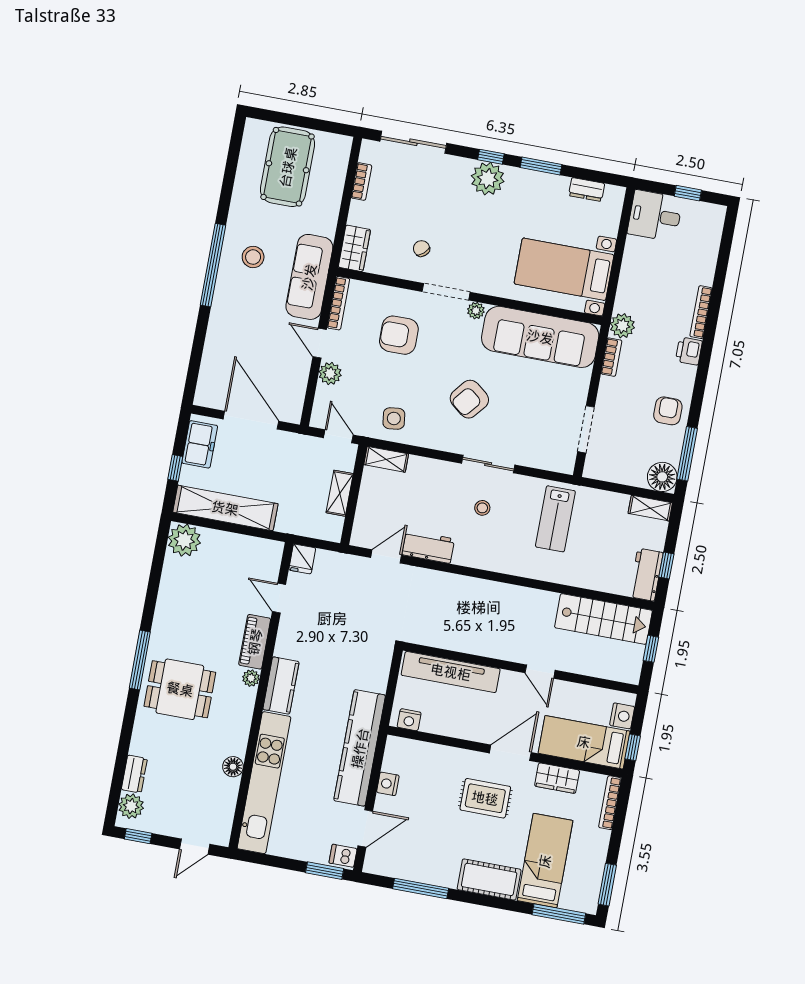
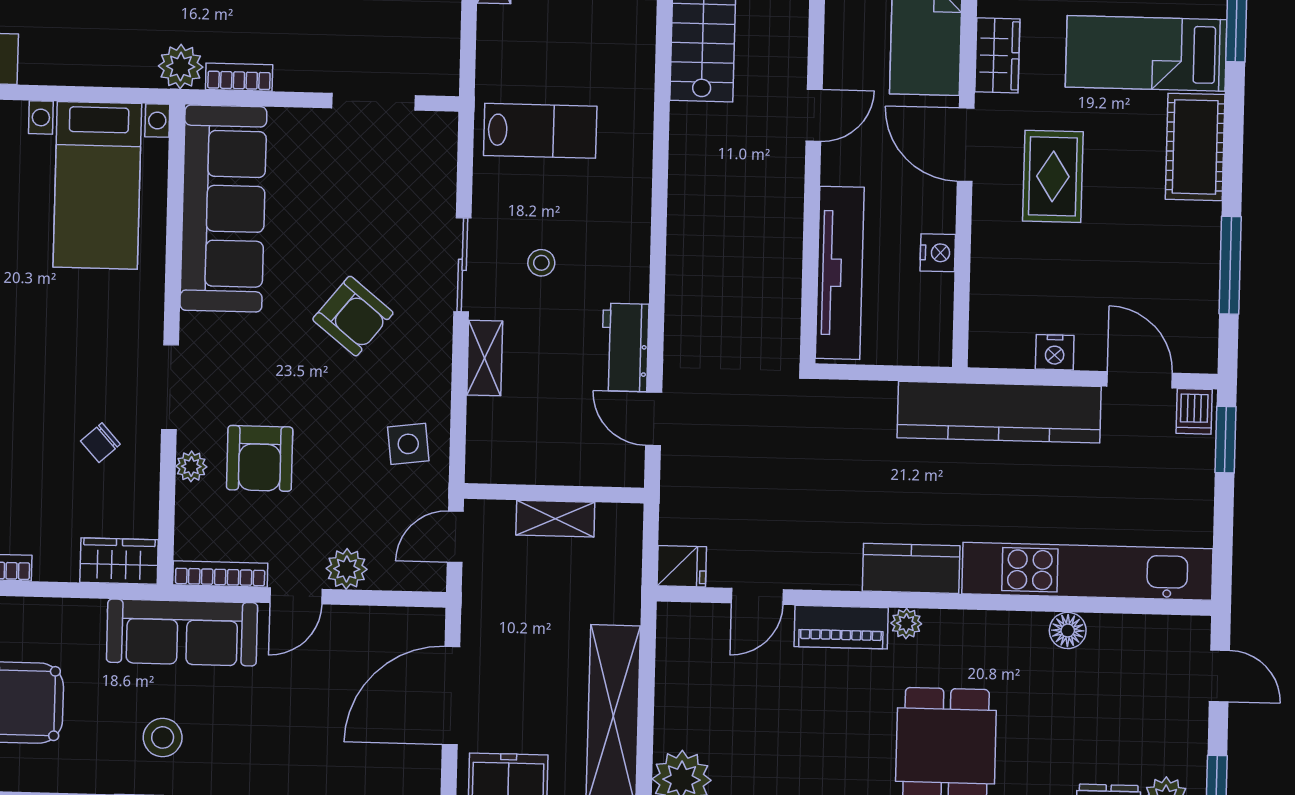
plant: (476, 311) -> (191, 466), moved
shelving: (386, 459) -> (485, 358), moved
nightstand: (409, 720) -> (938, 253), moved

